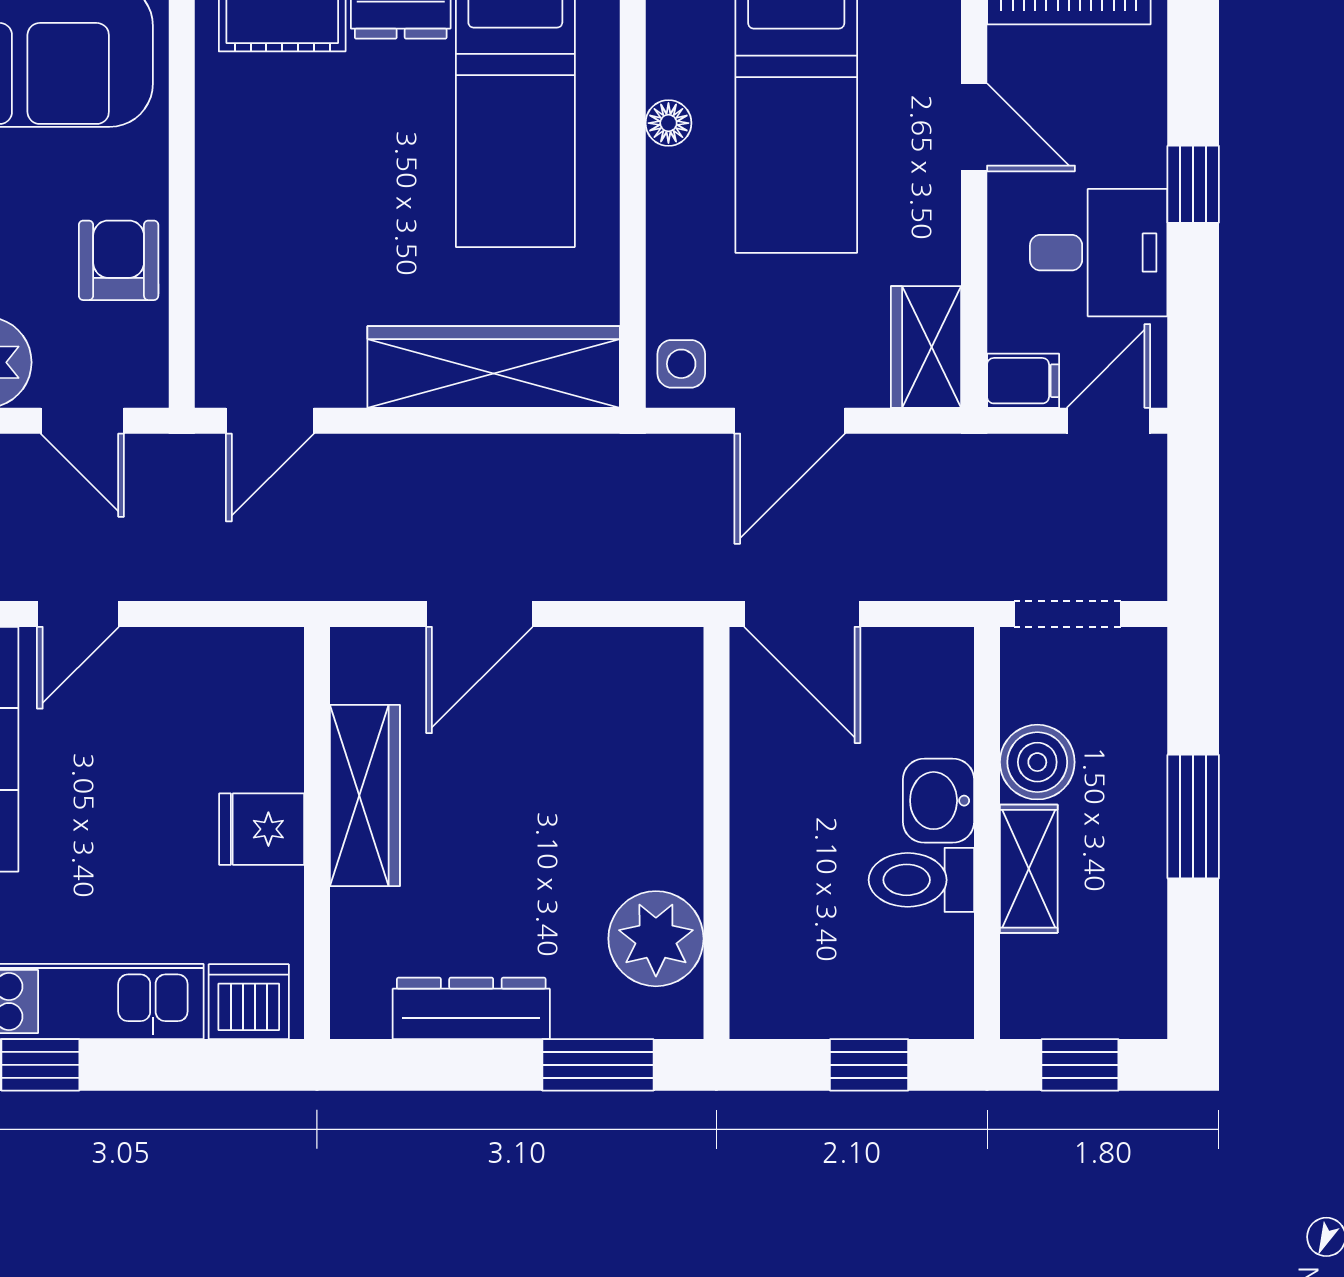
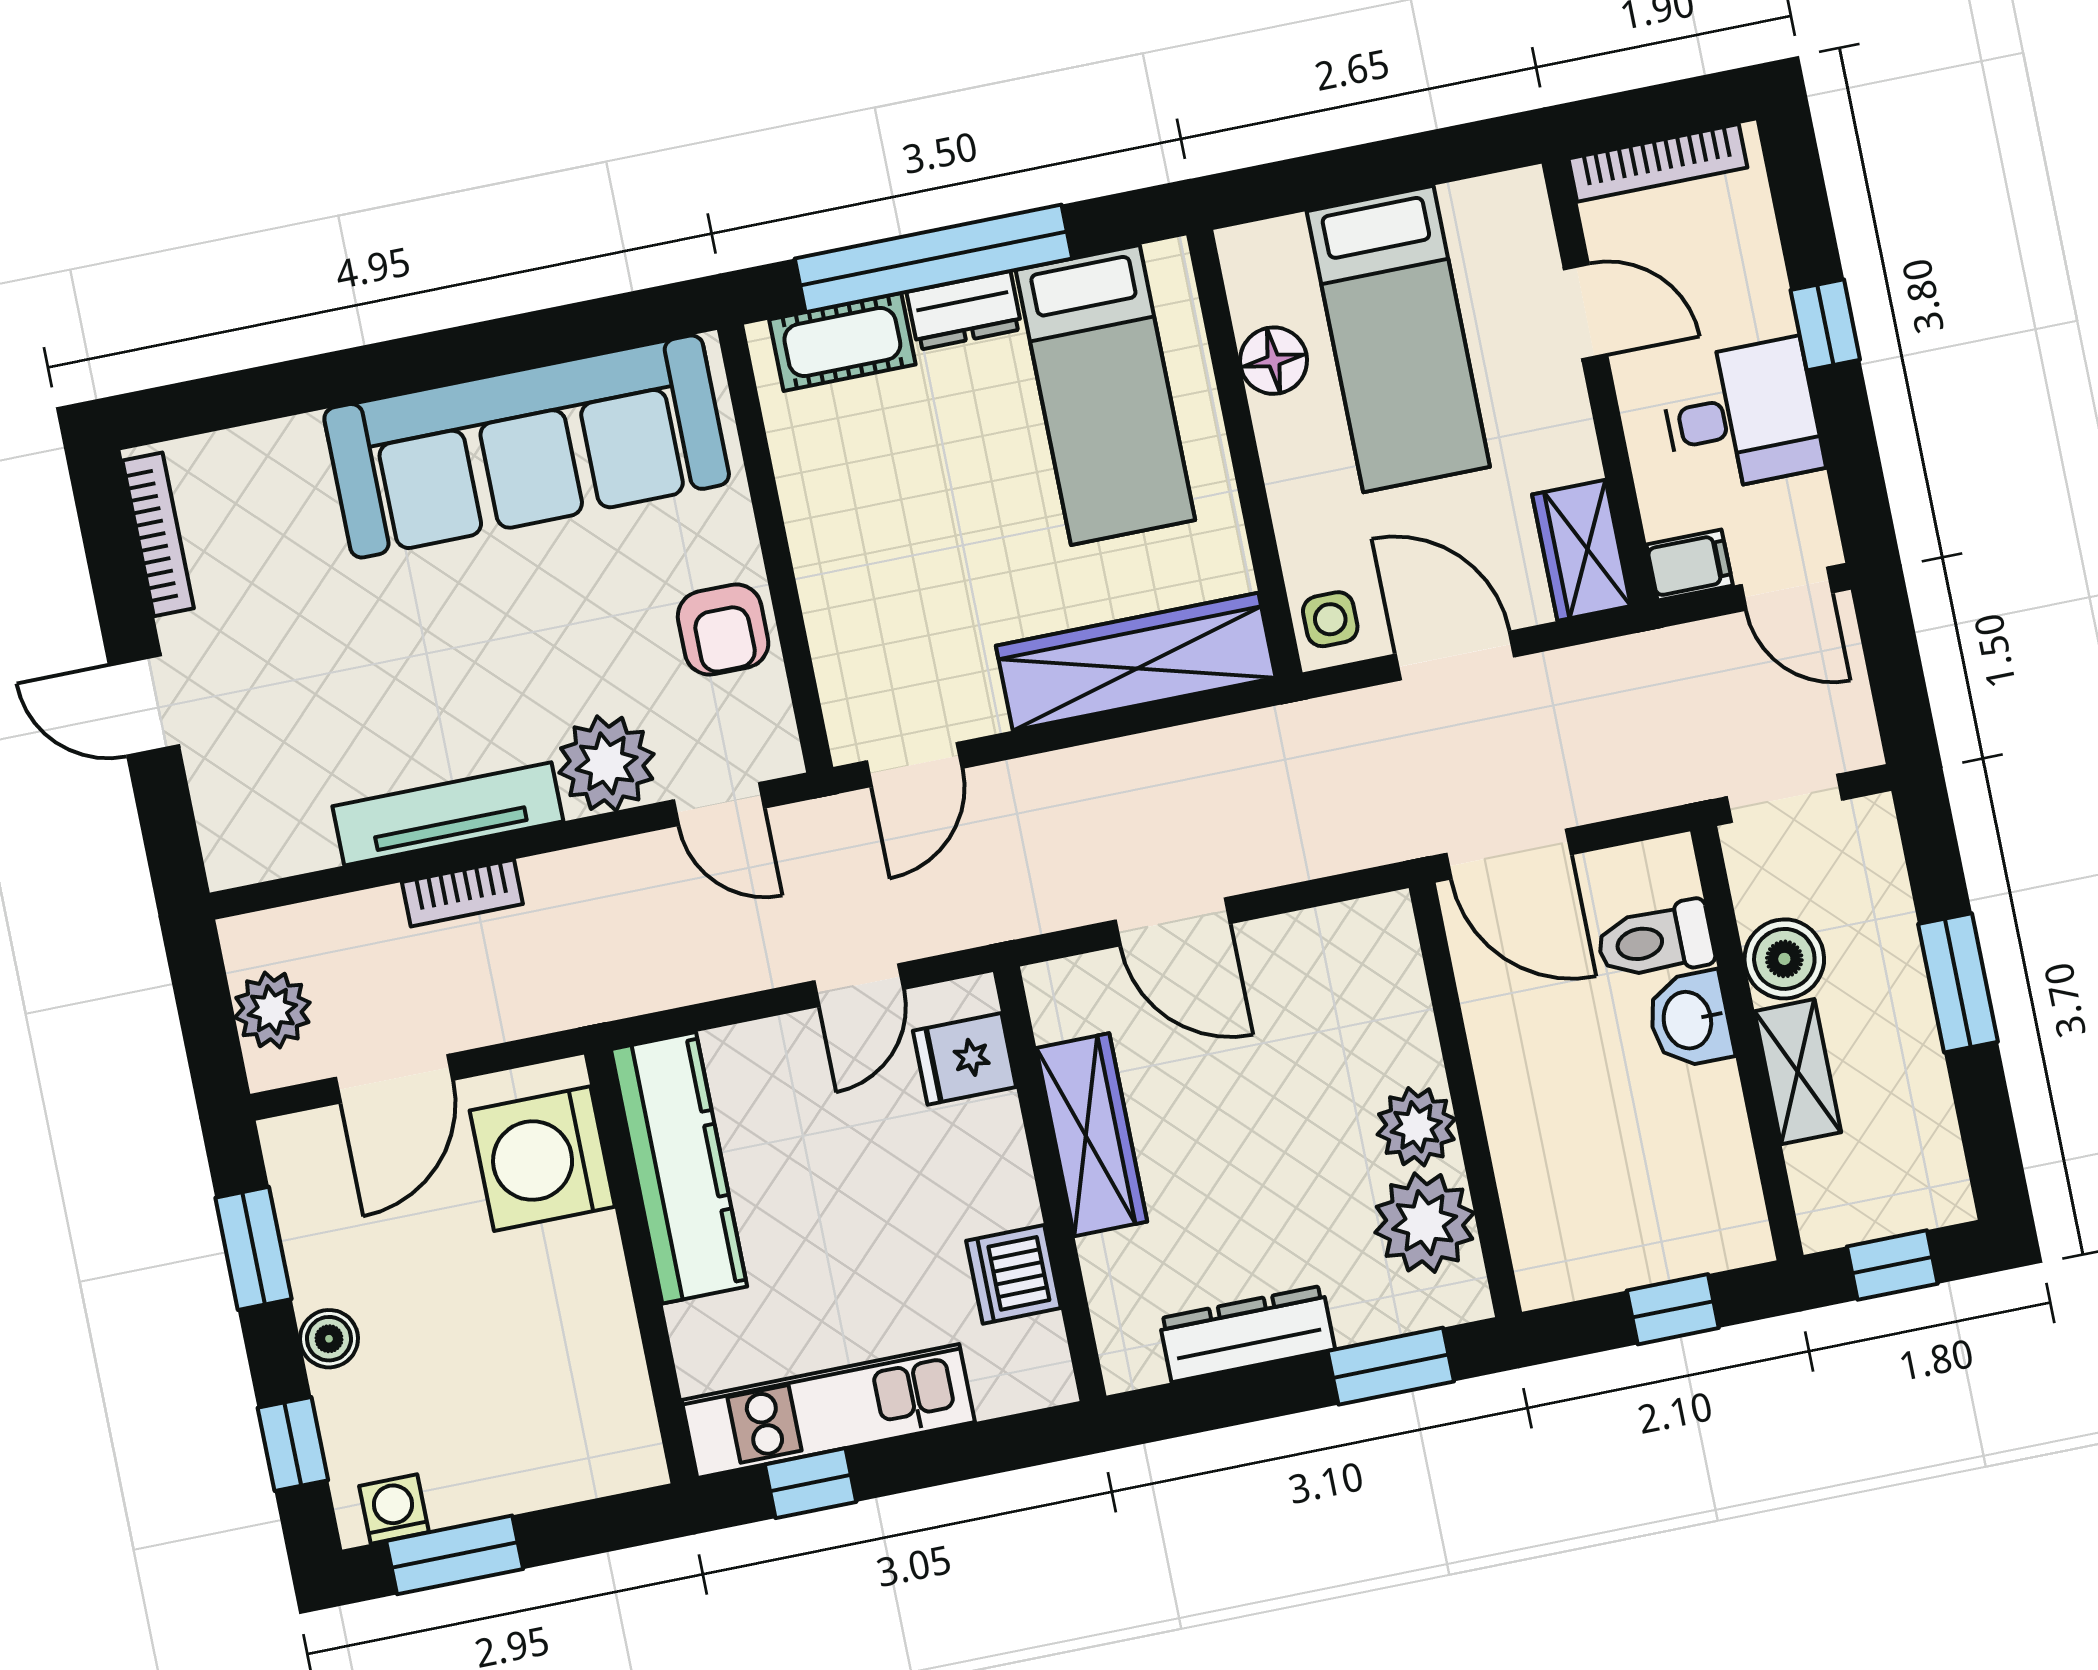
floor lamp: (668, 123) -> (1274, 361), width x1.37, depth x1.37
armchair: (119, 260) -> (723, 630), turned 180
door: (790, 421) -> (1455, 656), swing flipped
door: (1108, 421) -> (1787, 589), swing flipped
door: (78, 614) -> (859, 985), moved
door: (479, 614) -> (1173, 922), hinge flipped
fridge: (262, 829) -> (965, 1059), moved
plant: (666, 849) -> (1416, 1127), added
toilet: (921, 880) -> (1655, 941), moved
dishwasher: (249, 1002) -> (1013, 1274), moved, turned -90

